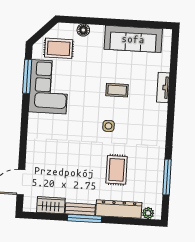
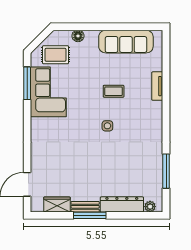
rug: (117, 170) -> (118, 167), removed

